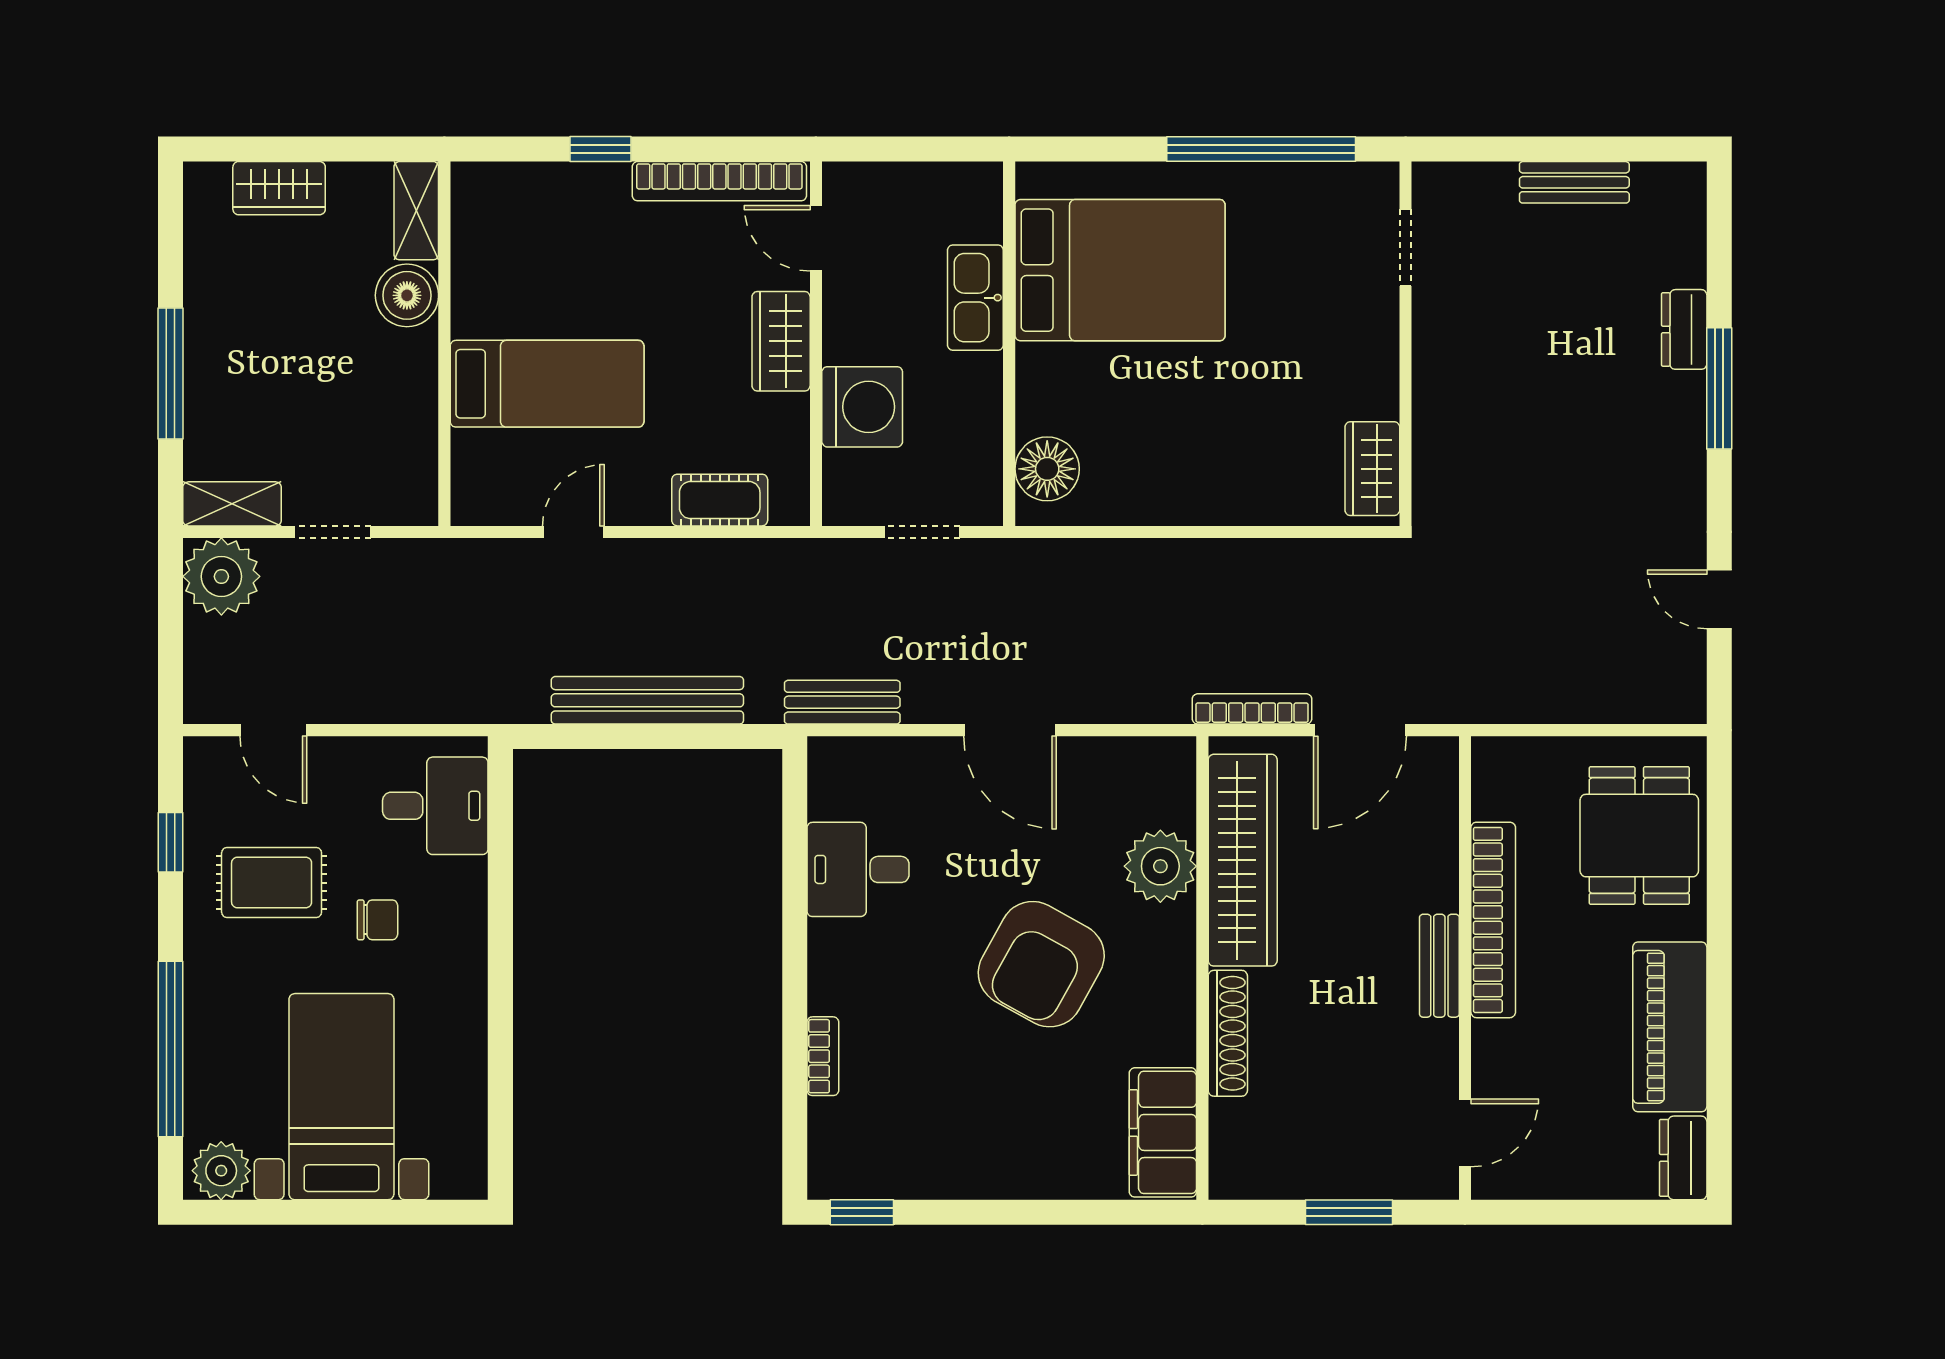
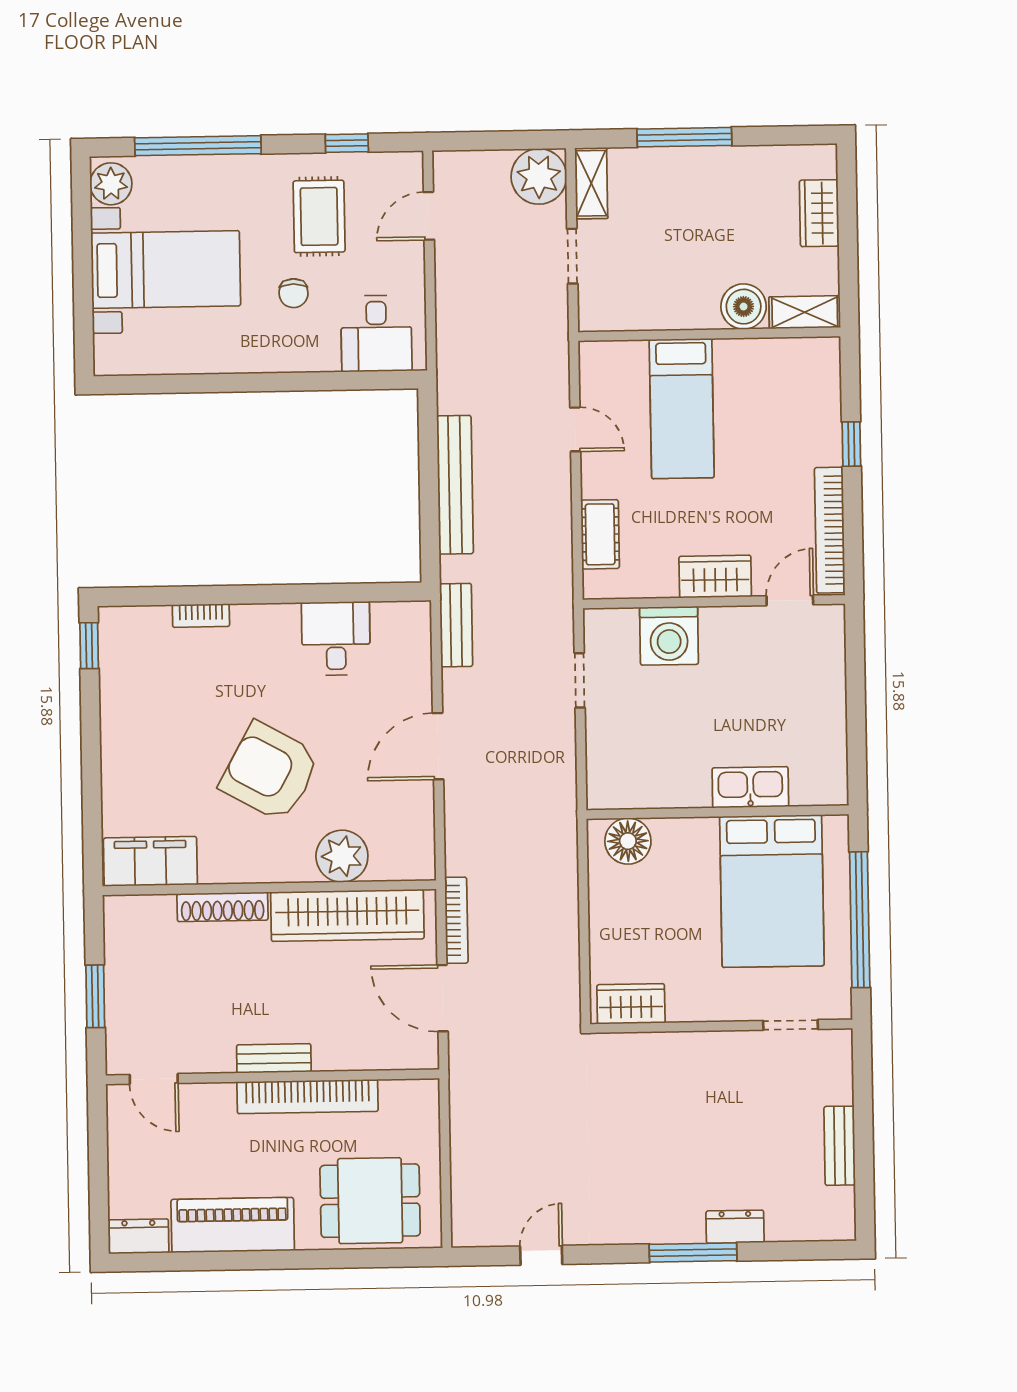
bed: (1120, 270) -> (772, 891), moved
kitchen sink: (975, 298) -> (750, 787), moved
wall: (1009, 344) -> (718, 812), moved
floor lamp: (1047, 469) -> (628, 841), moved

